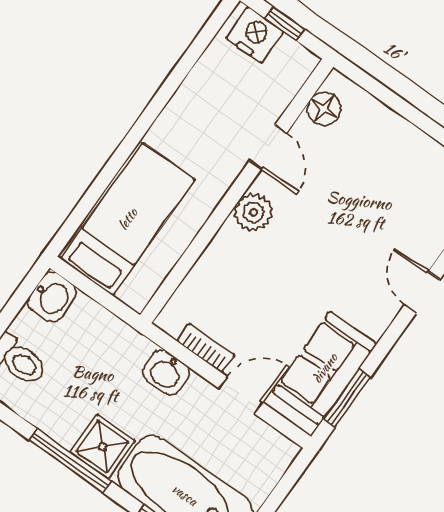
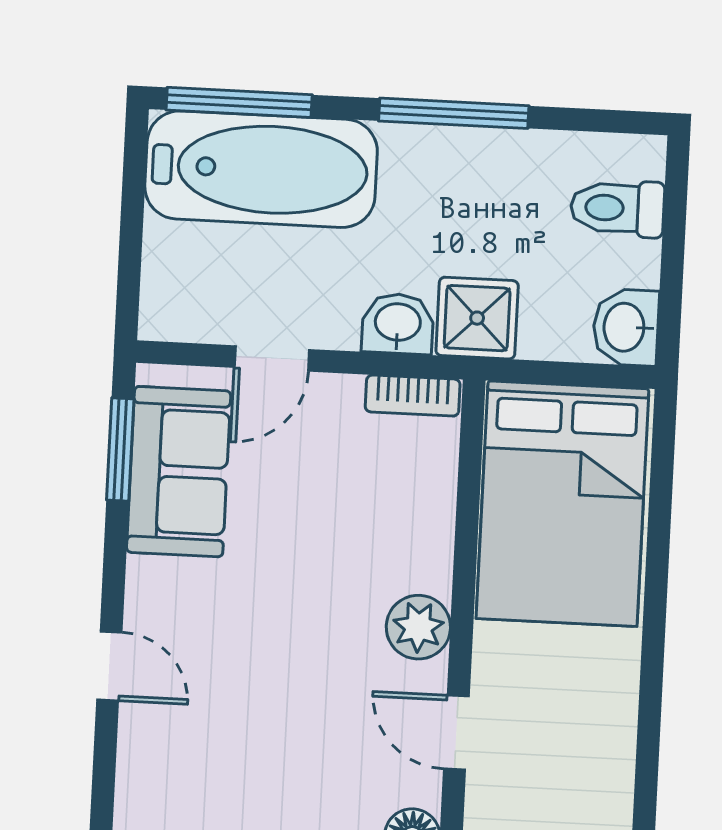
bed: (128, 219) -> (563, 504), width x1.50
bookcase: (206, 348) -> (413, 396), moved
shower: (103, 447) -> (477, 318), moved

